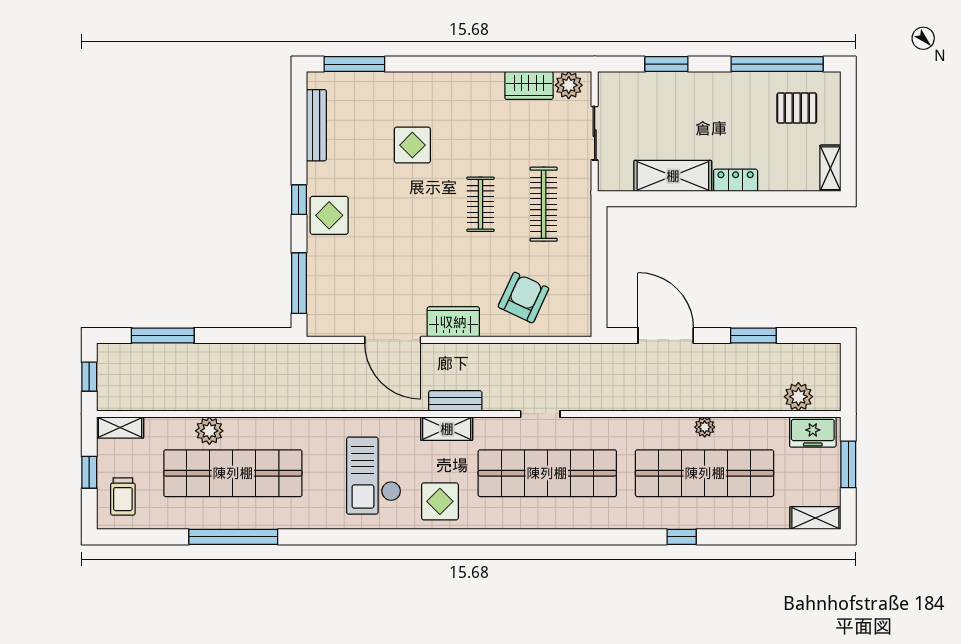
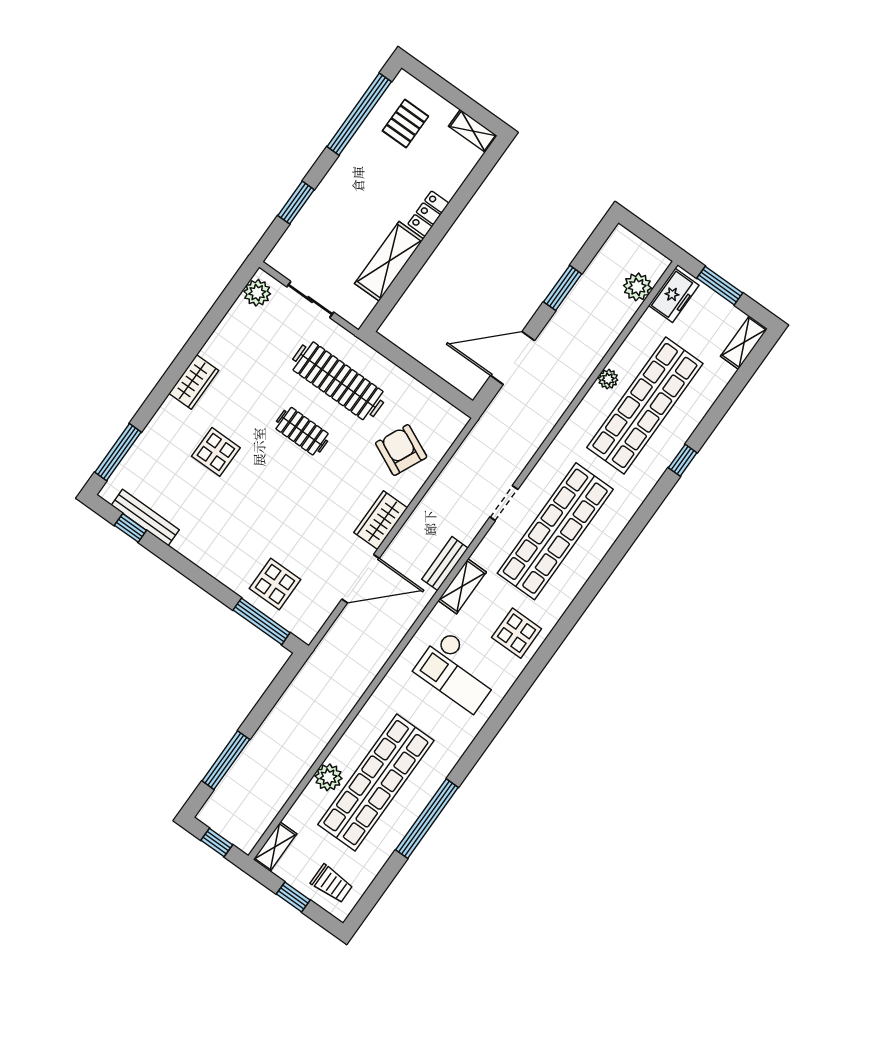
wardrobe: (529, 85) -> (194, 382), moved
window: (299, 200) -> (130, 528), moved
clothes rail: (544, 204) -> (338, 381), width x1.37, depth x1.31
display table: (329, 215) -> (275, 584), moved

